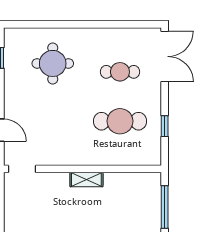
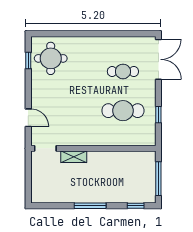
round table: (53, 63) -> (51, 58), moved
shelving: (86, 179) -> (74, 157), moved

